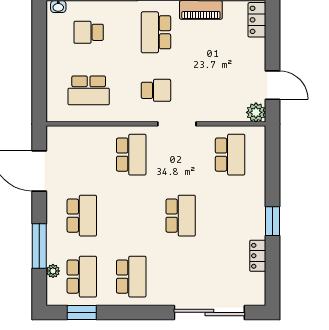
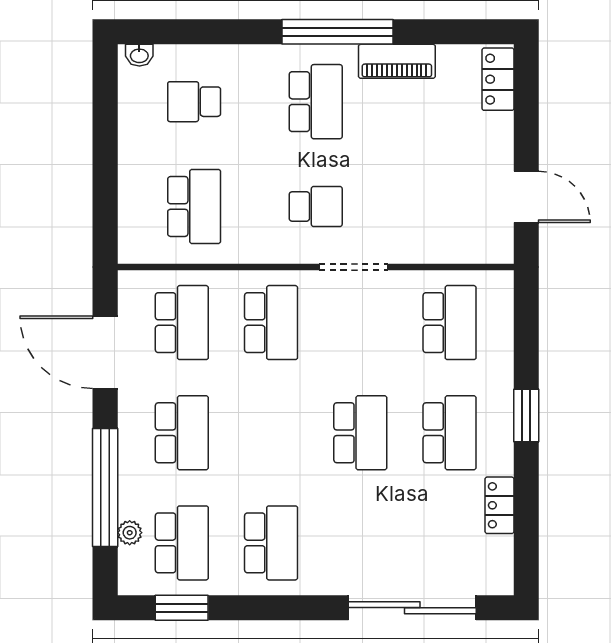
school desk: (156, 32) -> (316, 102), turned 180
school desk: (89, 90) -> (194, 206), turned -90
plant: (256, 112) -> (496, 246), removed
school desk: (82, 155) -> (182, 323), added
school desk: (230, 216) -> (450, 433), added
window: (273, 221) -> (526, 415), moved
window: (39, 246) -> (105, 488), width x1.46

